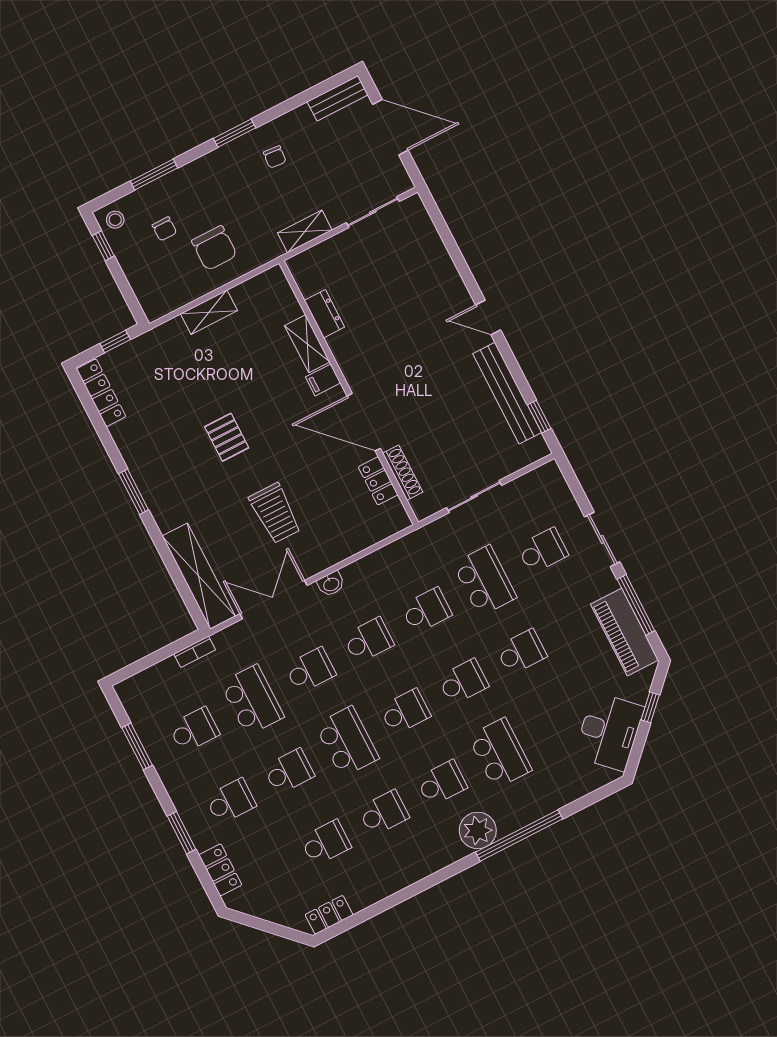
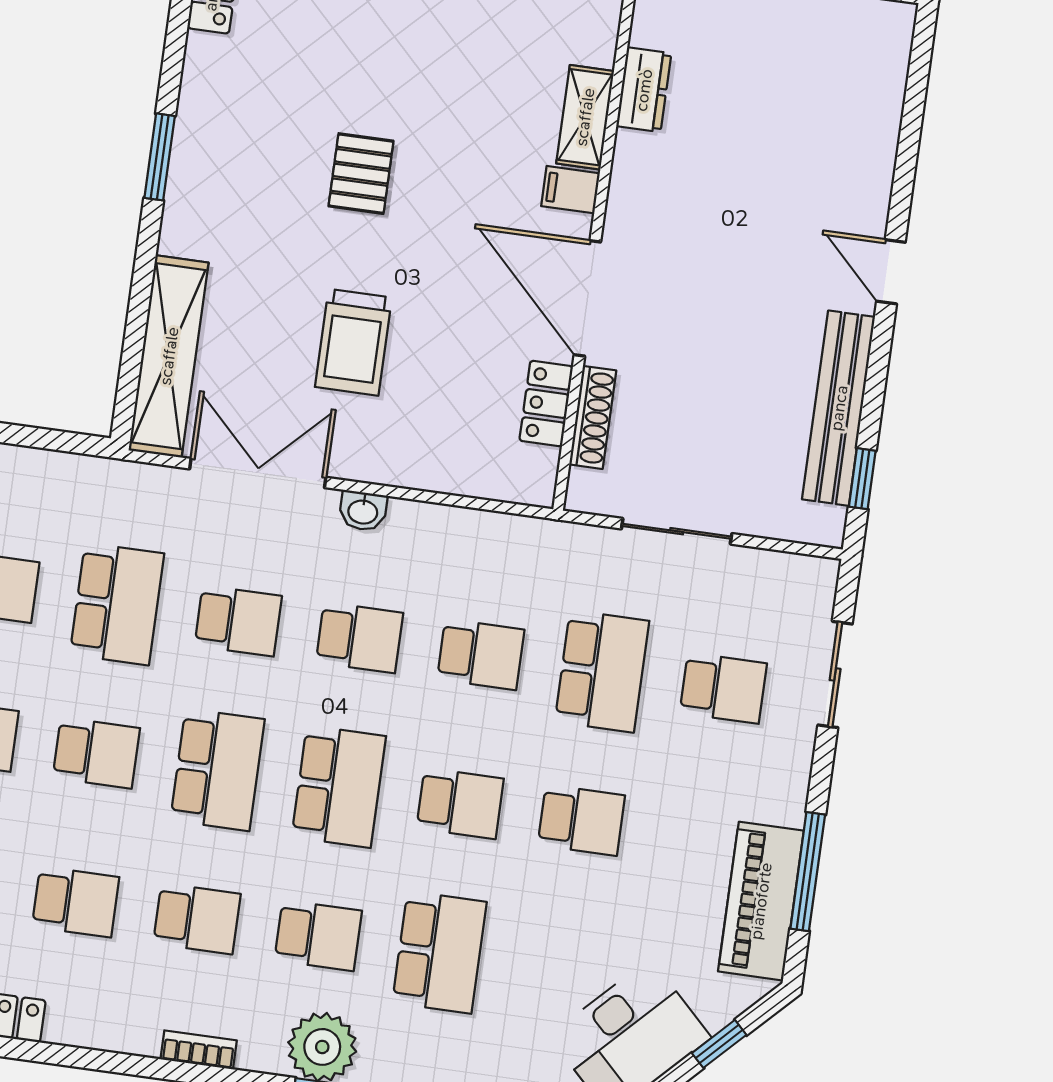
sliding door: (602, 539) -> (835, 674), moved
bookcase: (195, 652) -> (199, 1050), moved, turned 180
school desk: (405, 712) -> (339, 787), width x1.85

